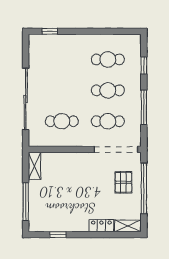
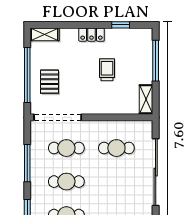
trolley: (71, 193) -> (107, 70), added
locker: (101, 226) -> (91, 35), moved

